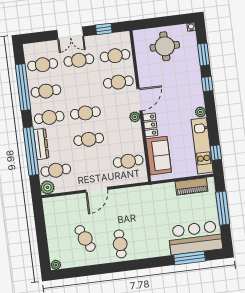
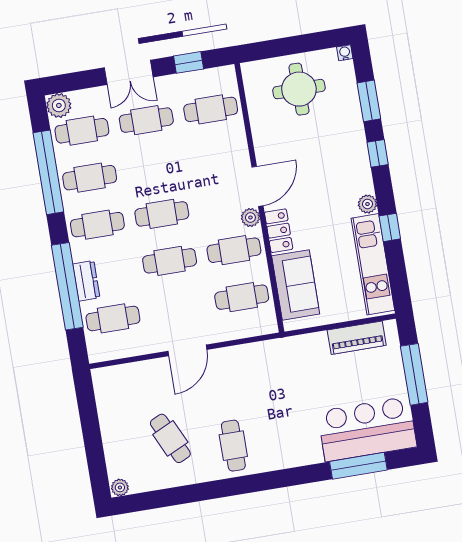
cafe table: (118, 82) -> (234, 250), moved
dresser: (41, 144) -> (86, 281), width x0.70
window: (216, 153) -> (390, 227), moved
plant: (47, 187) -> (59, 105), moved

